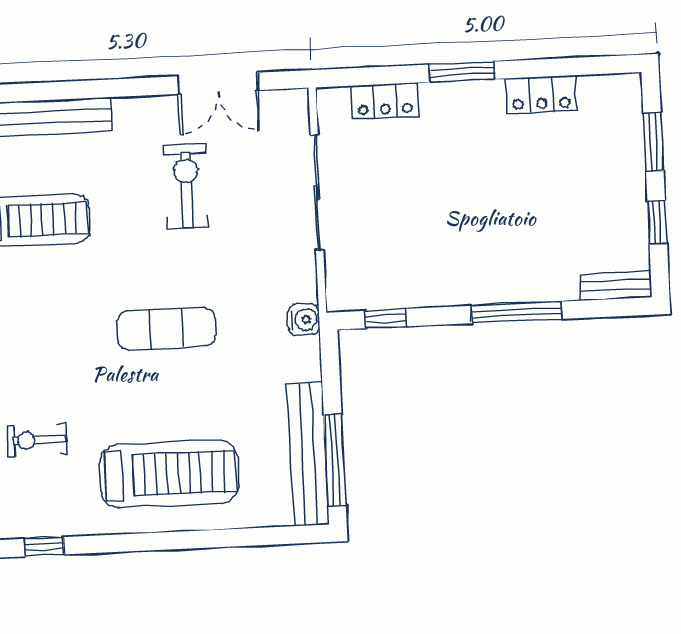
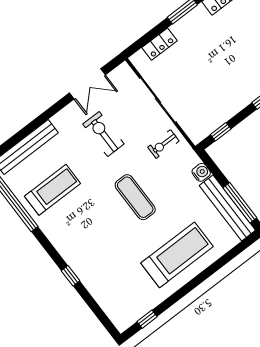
water cooler: (304, 320) -> (201, 172), moved
exercise mat: (166, 329) -> (135, 197), turned 90
exercise bike: (37, 440) -> (163, 144), moved

